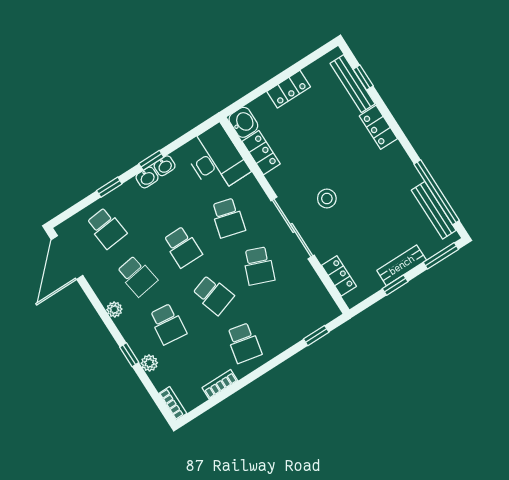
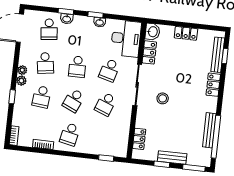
washbasin: (147, 177) -> (67, 19), moved
bench: (434, 210) -> (209, 130), moved
sliding door: (293, 228) -> (137, 85), moved
school desk: (213, 295) -> (74, 100), turned 42
plant: (149, 363) -> (21, 81), moved

